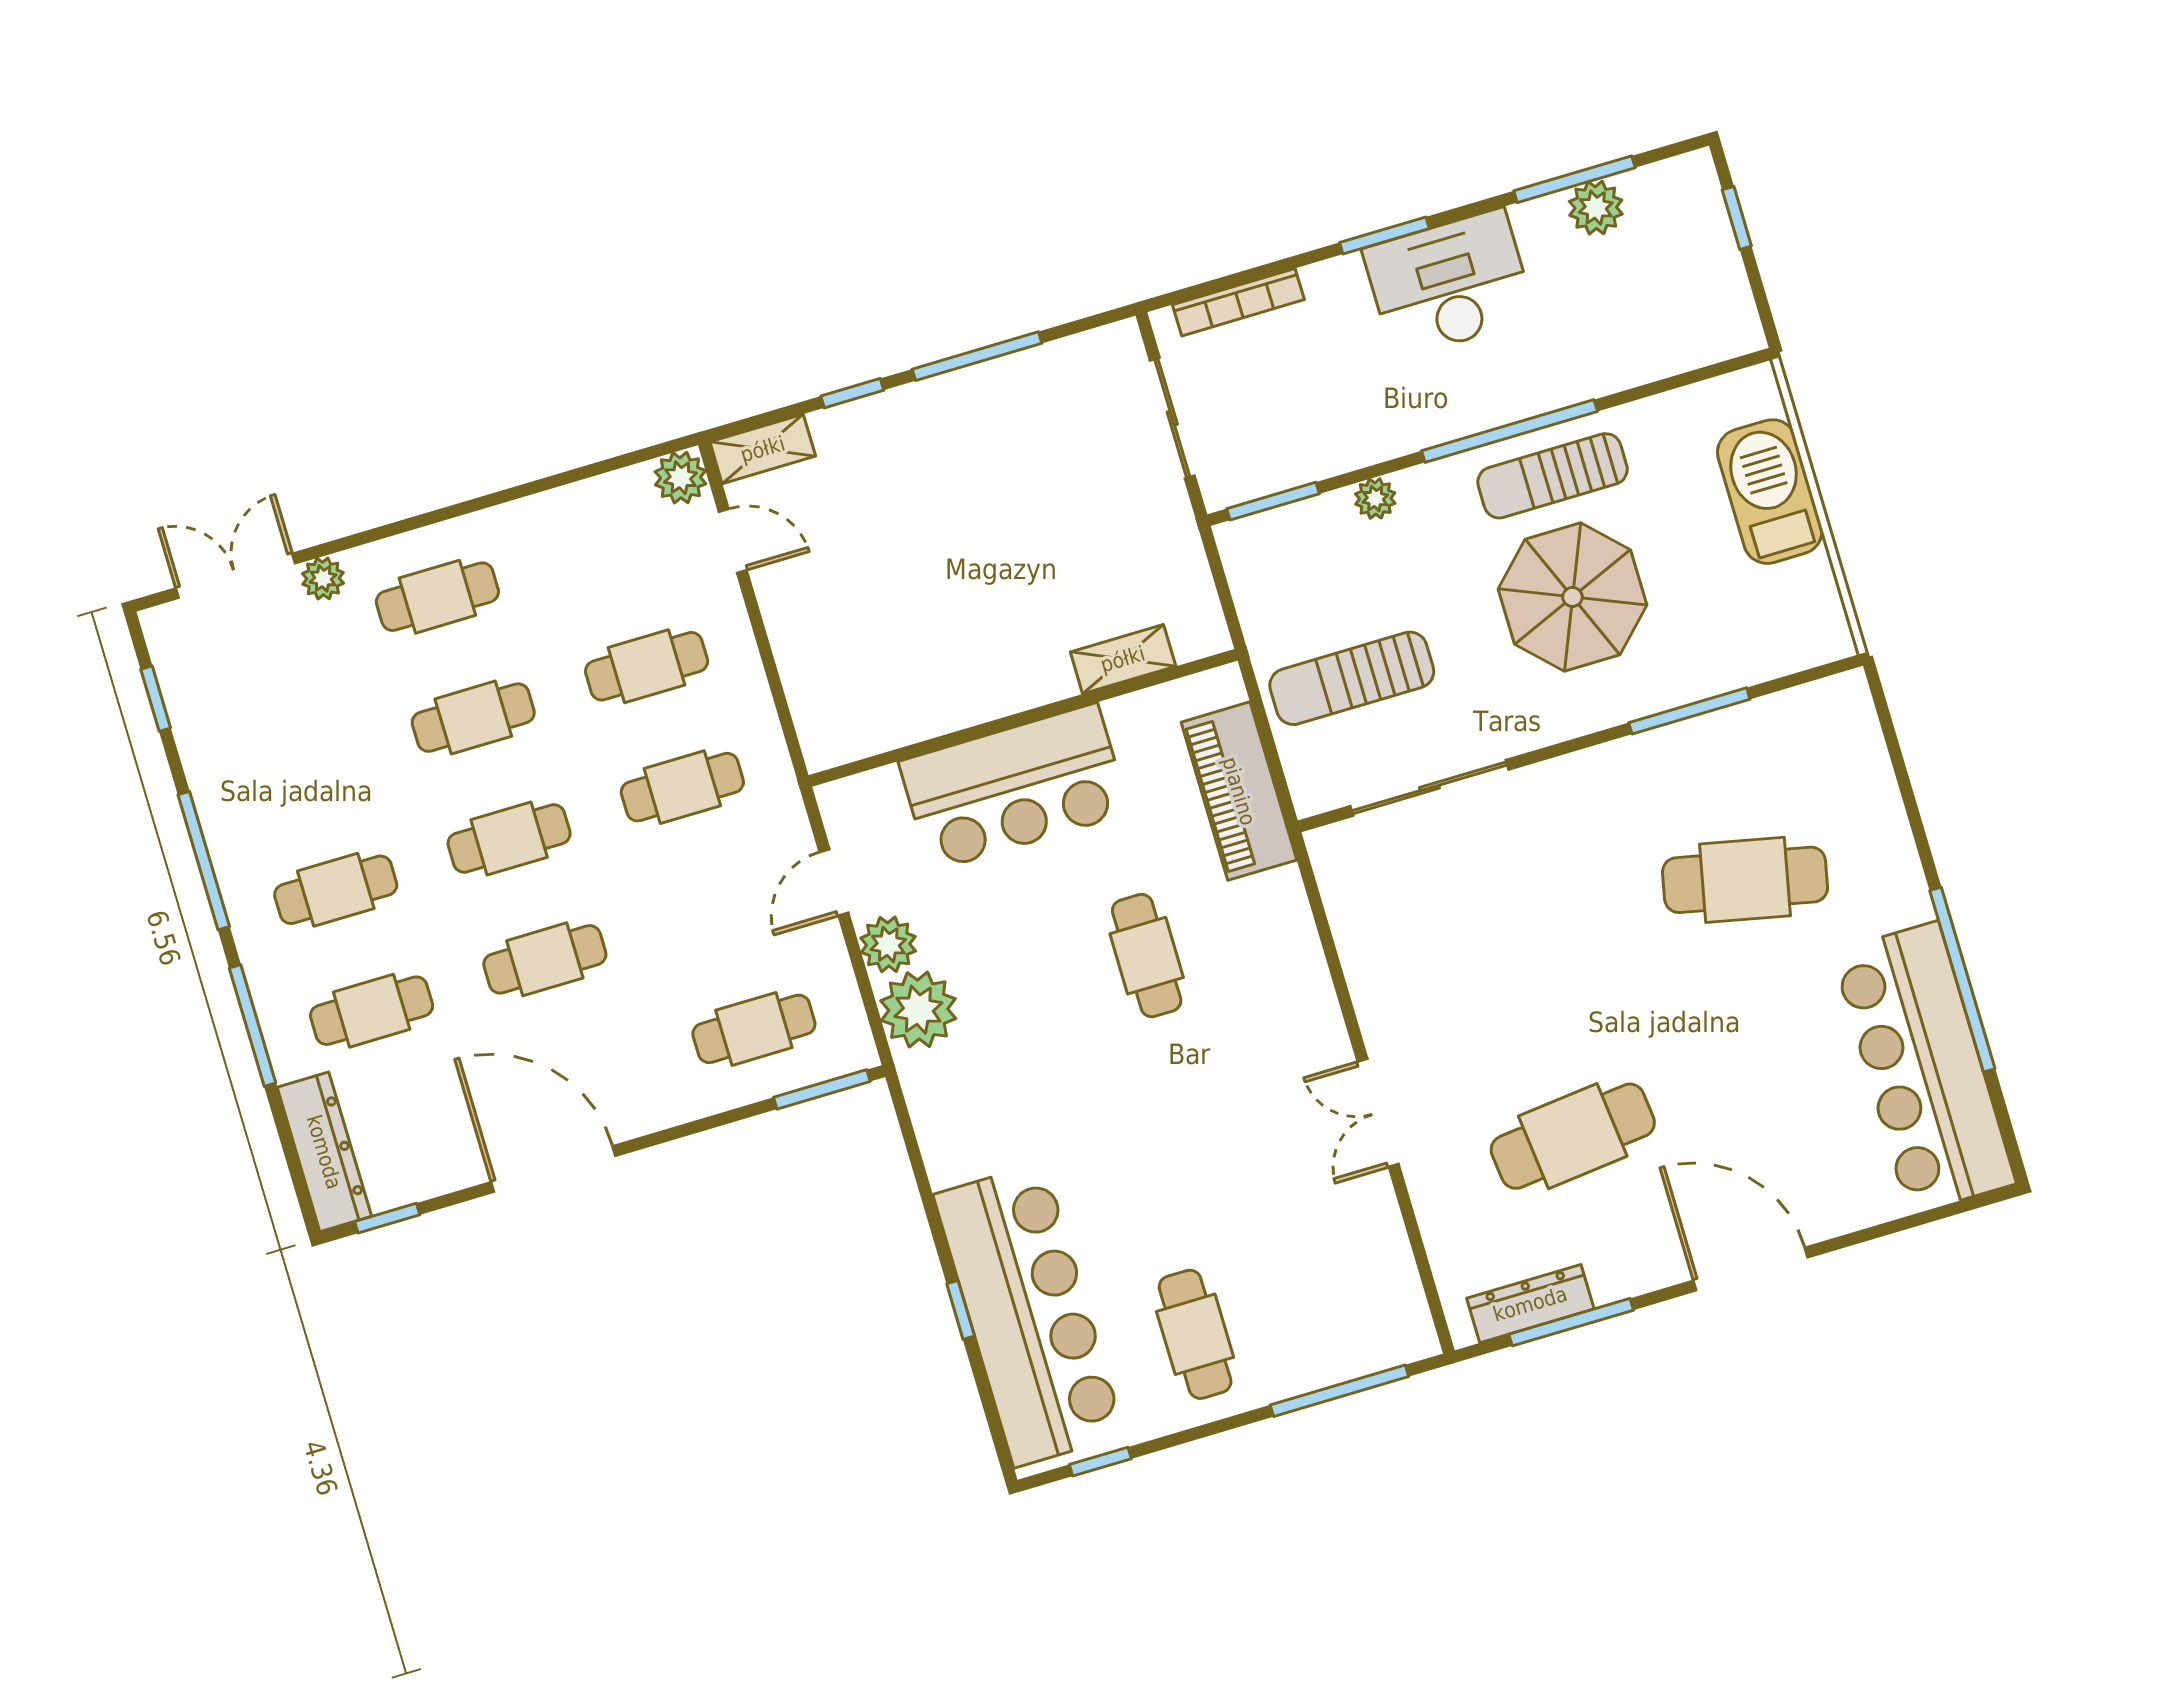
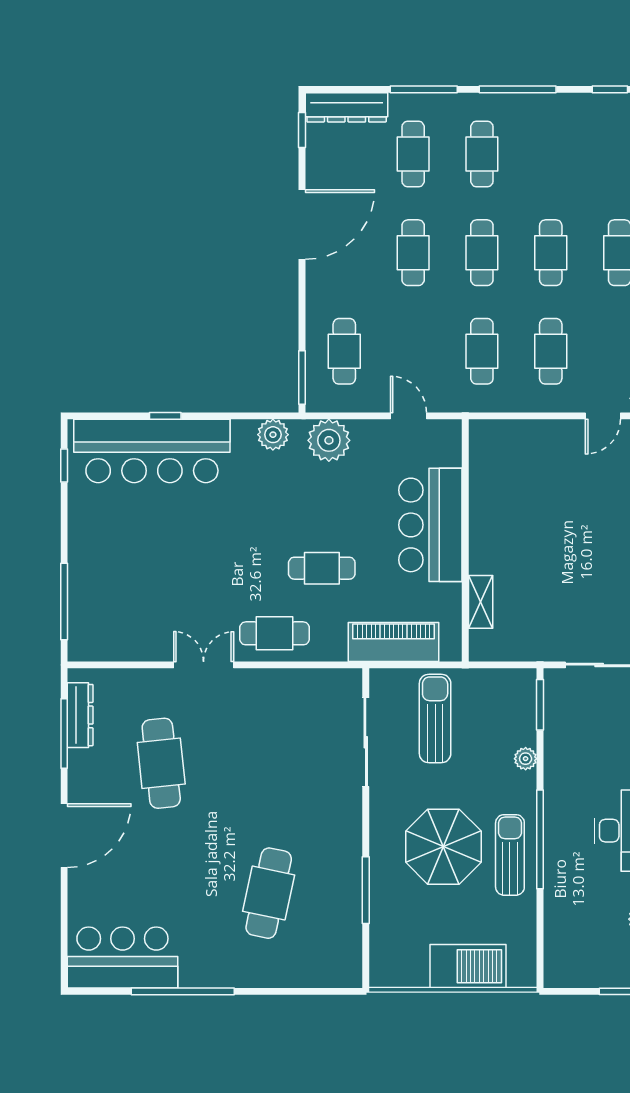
plant: (888, 944) -> (273, 435), moved
bar counter: (1924, 1068) -> (122, 958), width x0.73
cafe table: (1195, 1334) -> (275, 633), moved

